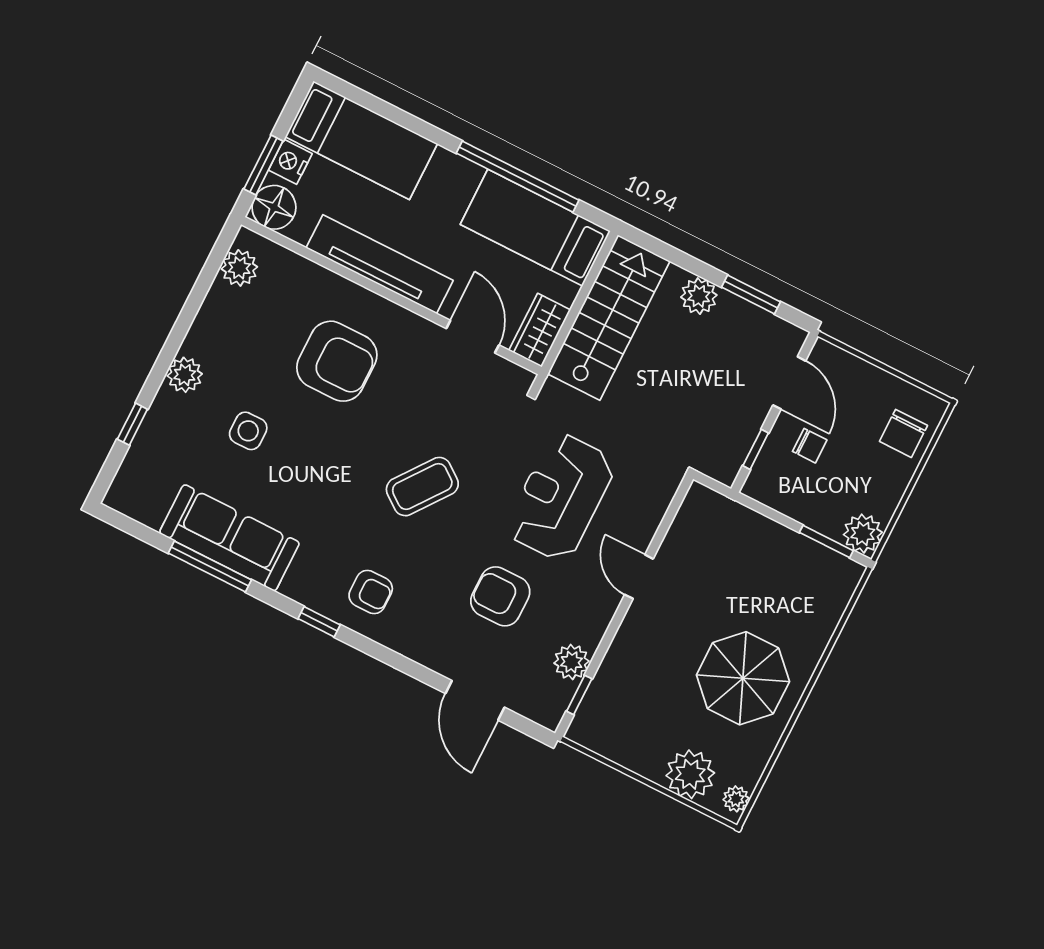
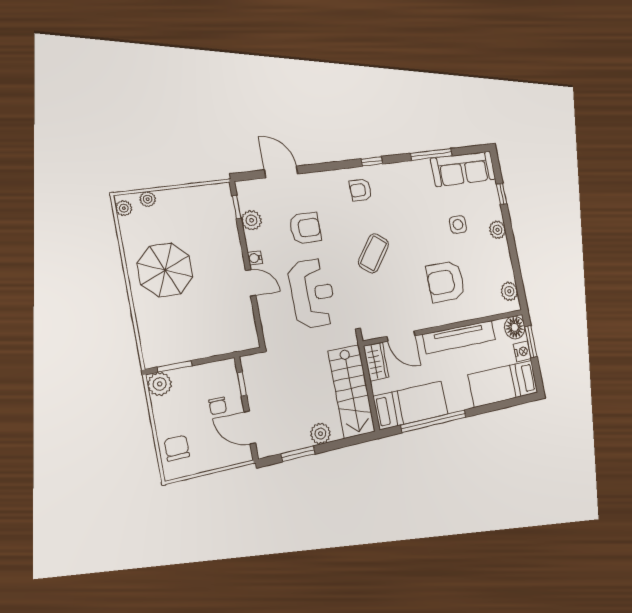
chair: (810, 446) -> (218, 406), turned -90
sofa: (229, 538) -> (463, 169), moved
water cooler: (607, 606) -> (255, 258), added
plant: (690, 774) -> (148, 199), width x0.53, depth x0.53

